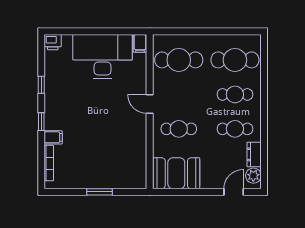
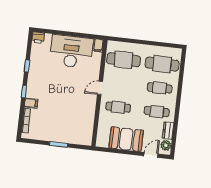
door: (150, 104) -> (100, 88), hinge flipped
booth: (176, 173) -> (126, 139), moved

